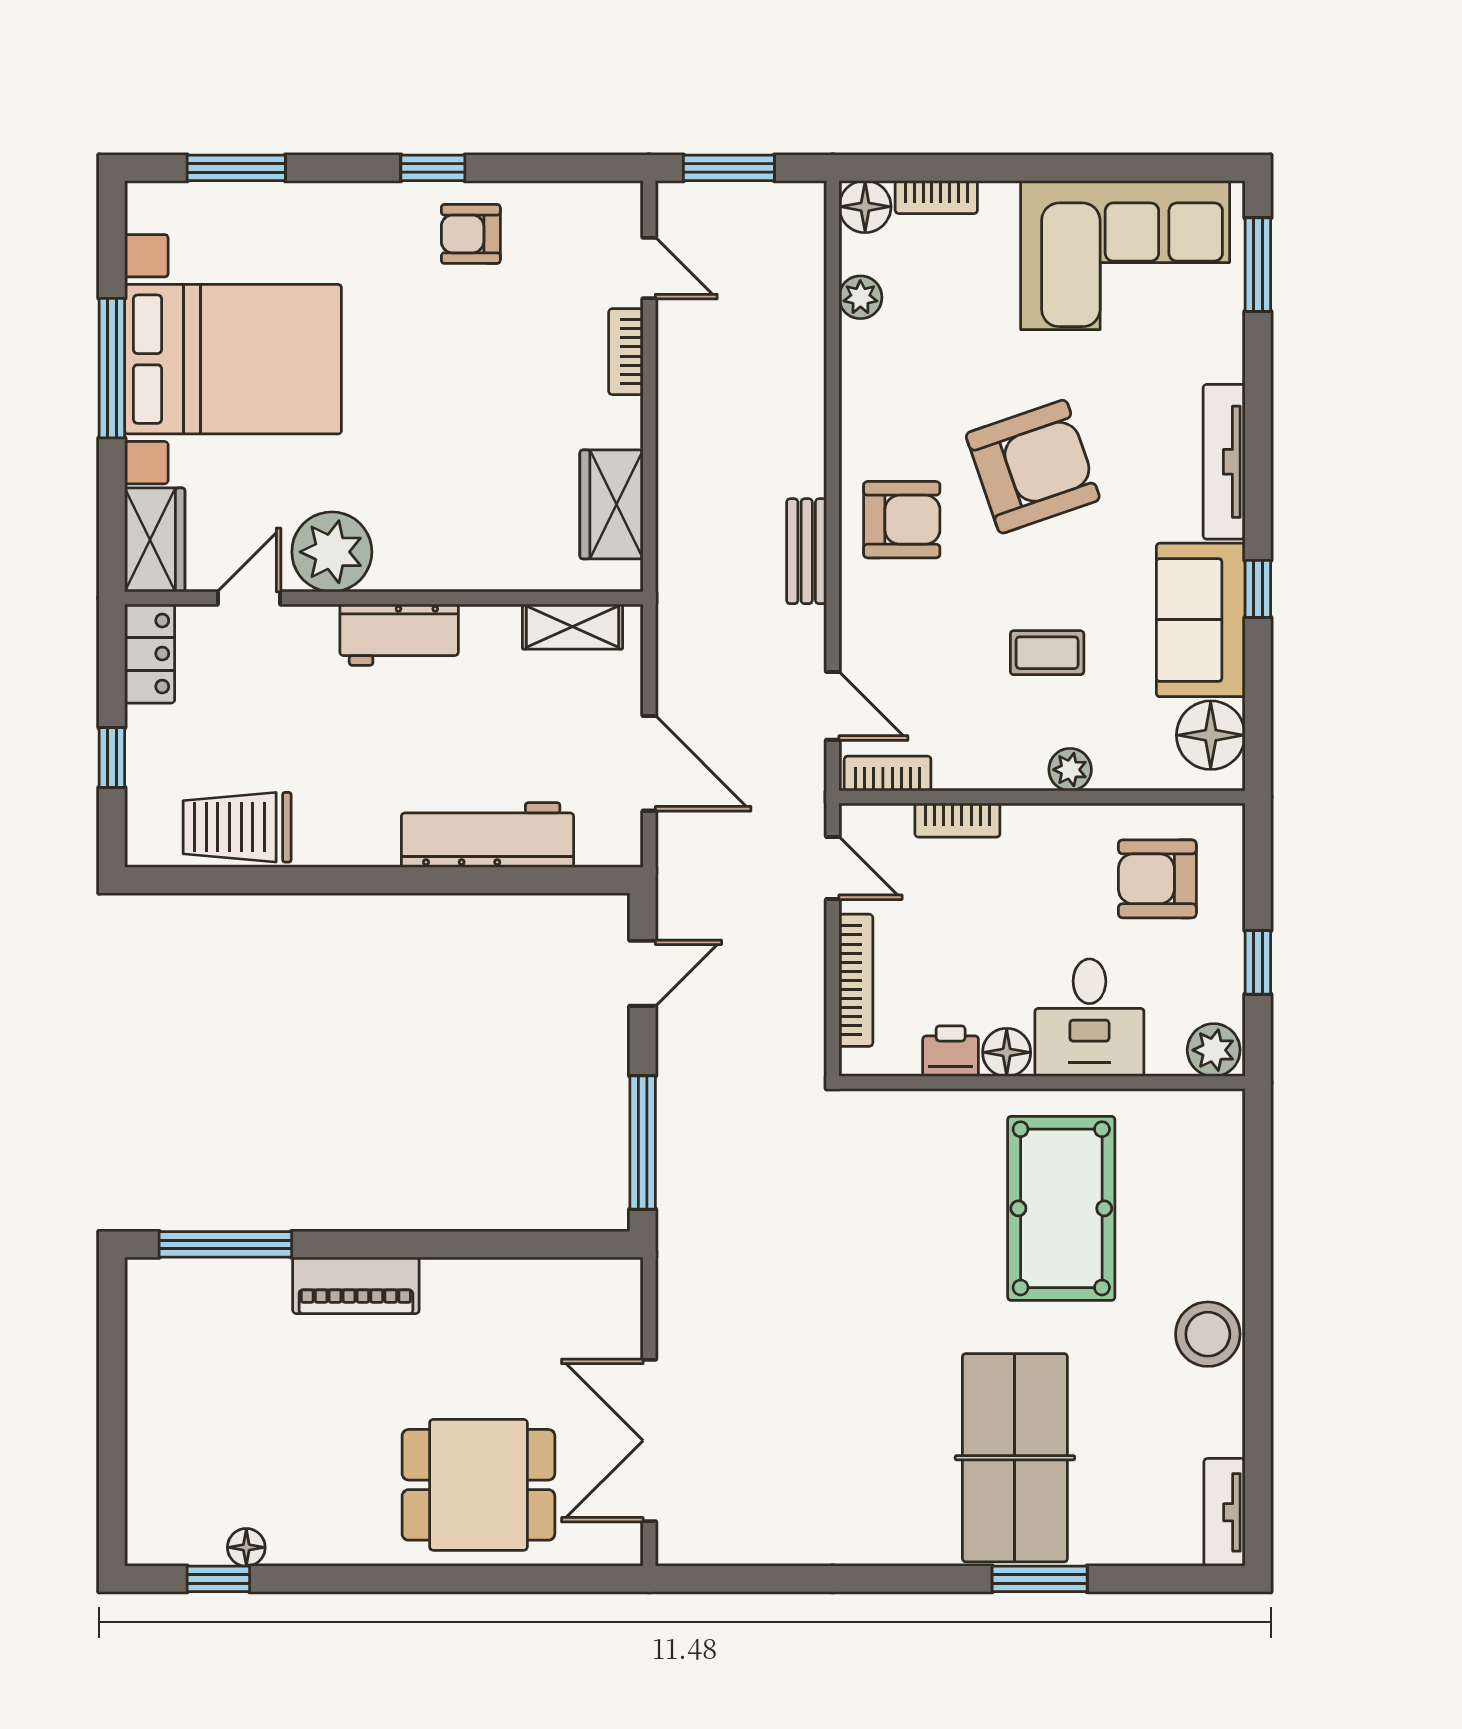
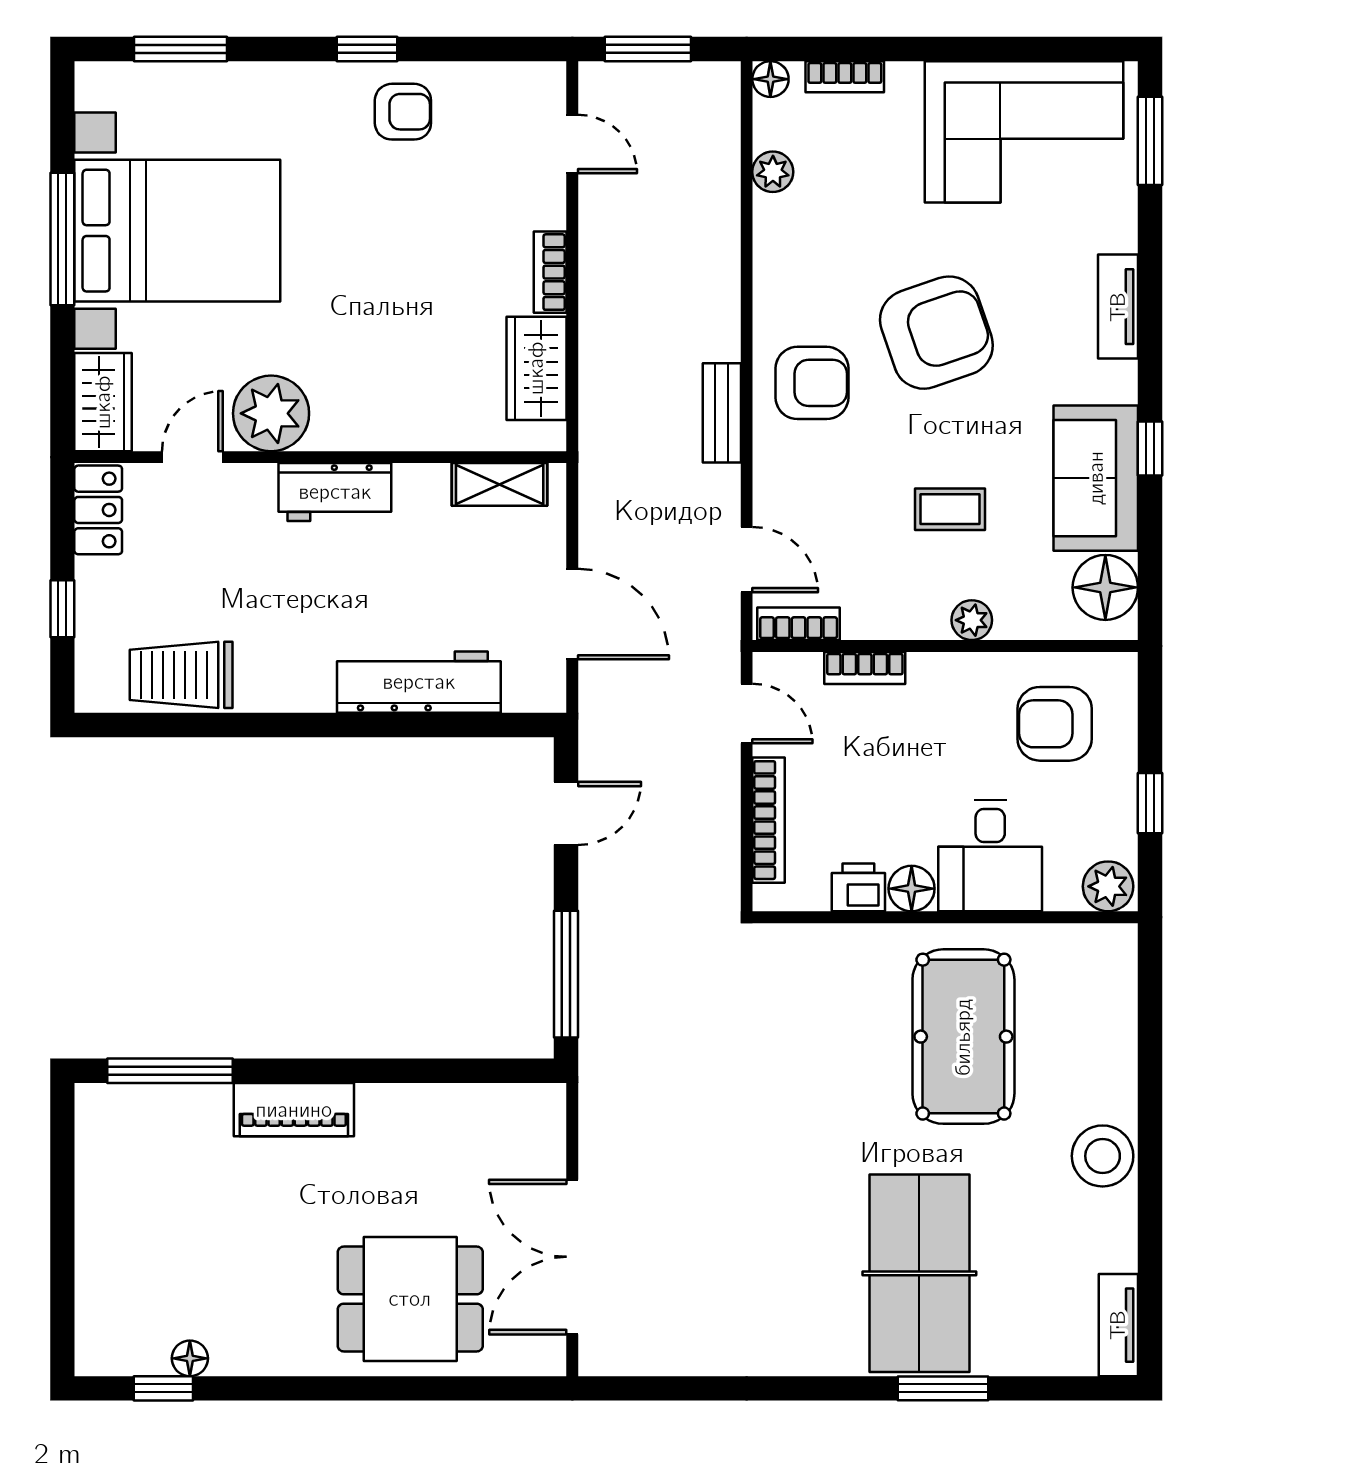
floor lamp: (865, 207) -> (770, 79), width x0.73, depth x0.73
armchair: (471, 234) -> (403, 112), turned 180
bookcase: (626, 352) -> (550, 272), moved
tv unit: (1224, 462) -> (1118, 307), width x0.71

